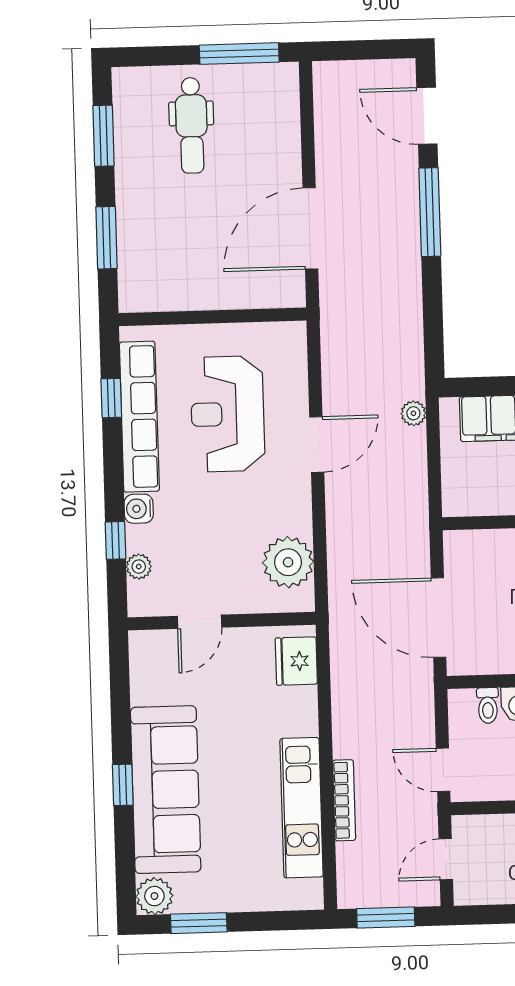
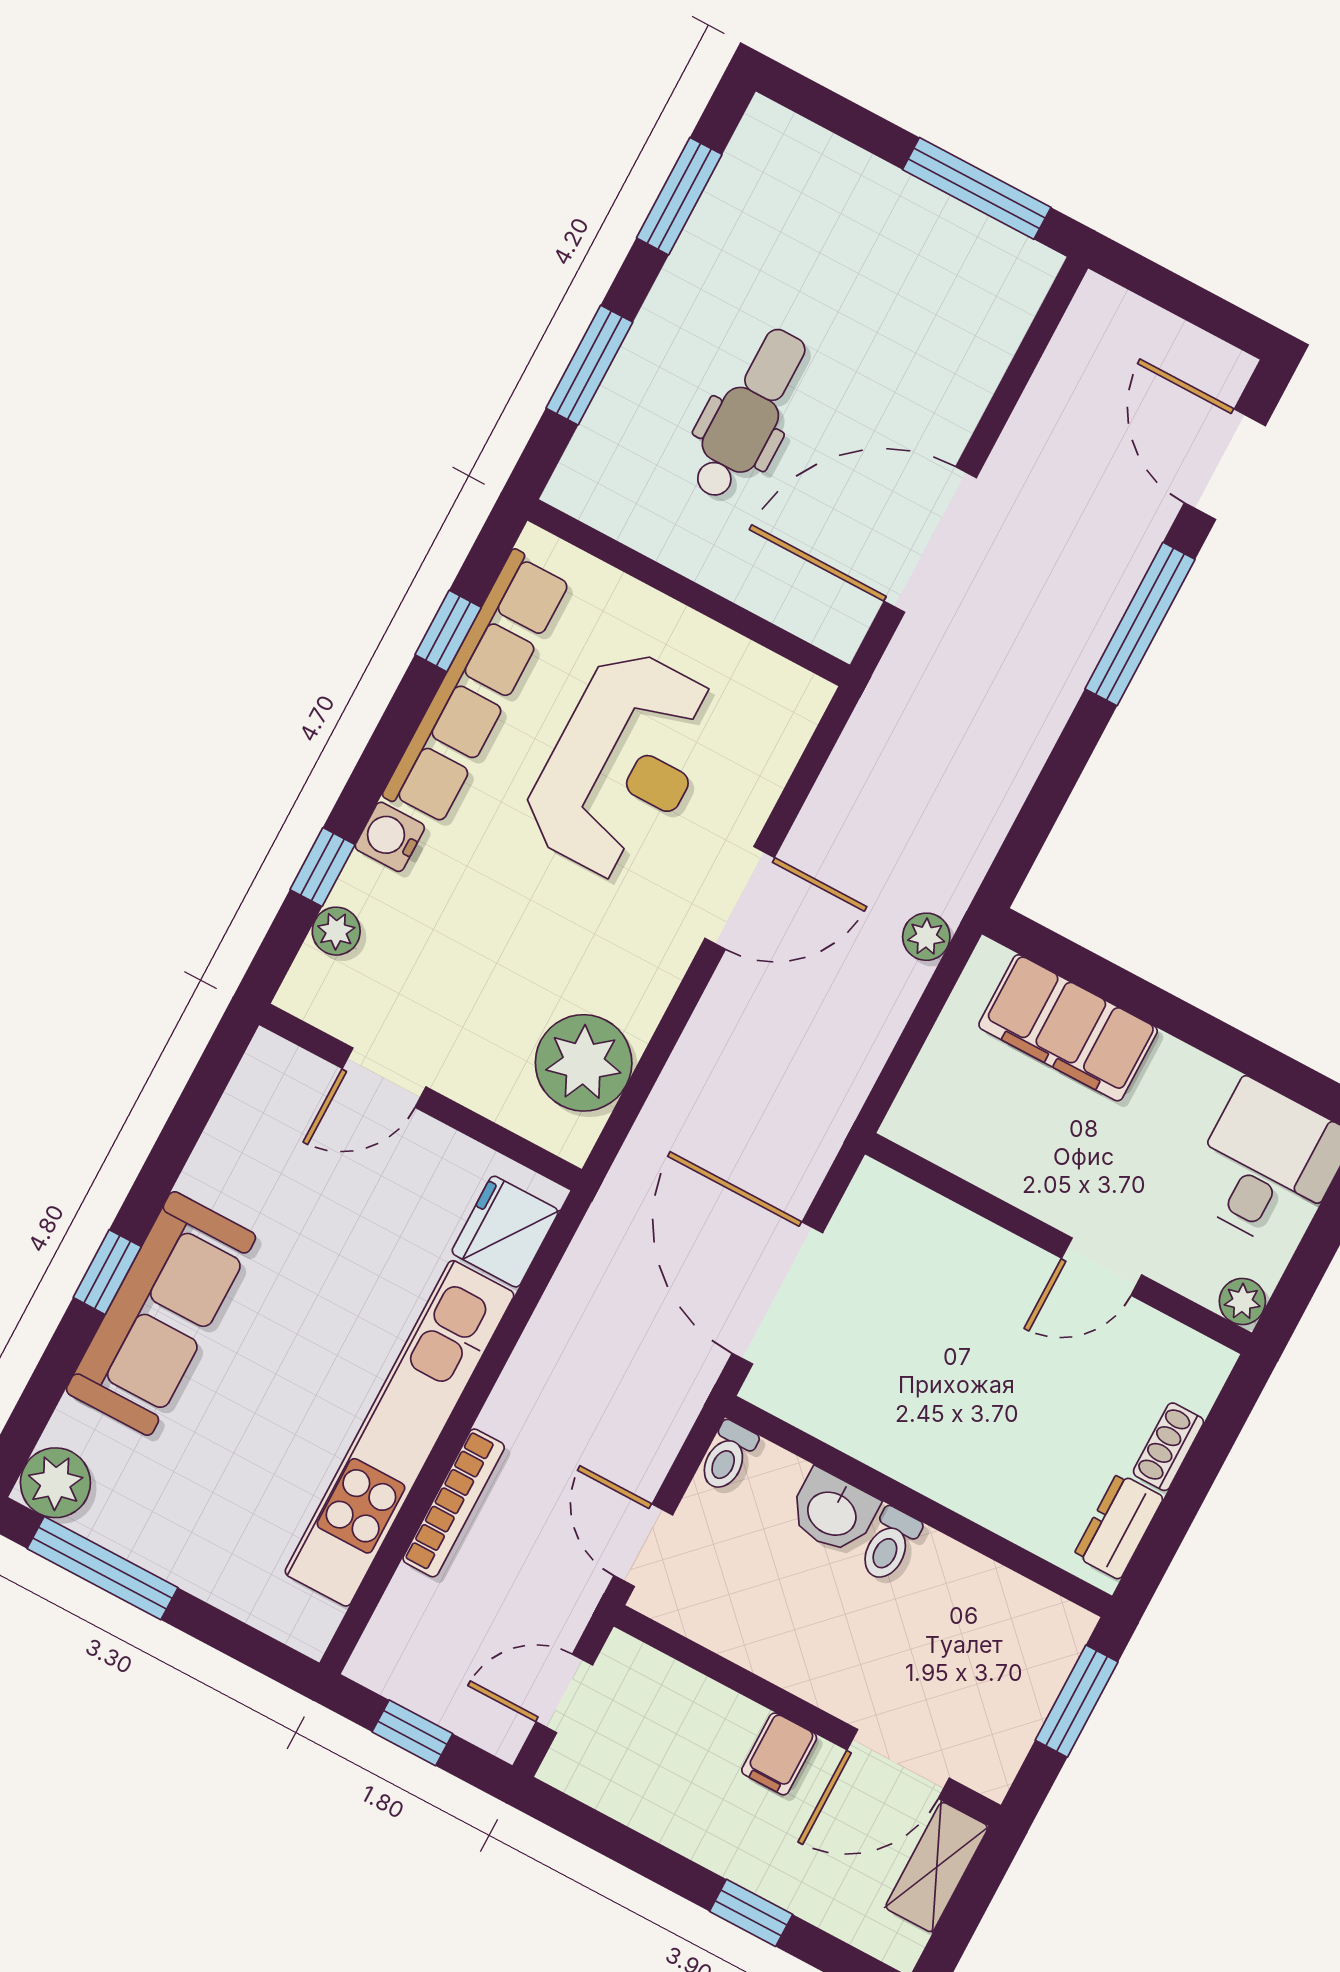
dental chair: (191, 125) -> (749, 414), moved, turned 180
reception desk: (228, 414) -> (623, 765), turned 180
toilet: (488, 705) -> (727, 1456), moved
sofa: (166, 790) -> (161, 1313), width x0.74, depth x0.79
kitchen unit: (301, 808) -> (399, 1433), width x1.36
window: (386, 918) -> (412, 1733), width x0.67
window: (199, 923) -> (103, 1568), width x1.44

